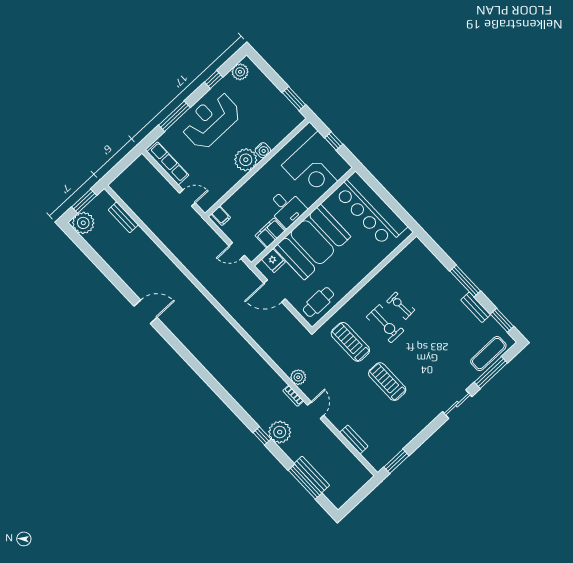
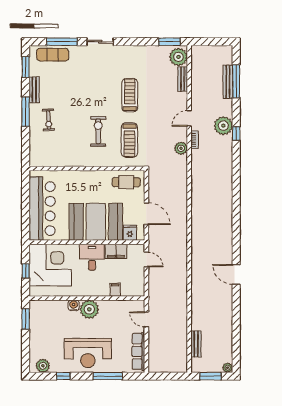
filing cabinet: (221, 216) -> (115, 290), moved
plant: (83, 223) -> (228, 368), width x0.53, depth x0.53
exercise bike: (401, 306) -> (49, 120), moved
treadmill: (387, 382) -> (130, 95), turned 180
plant: (376, 455) -> (178, 57), added

